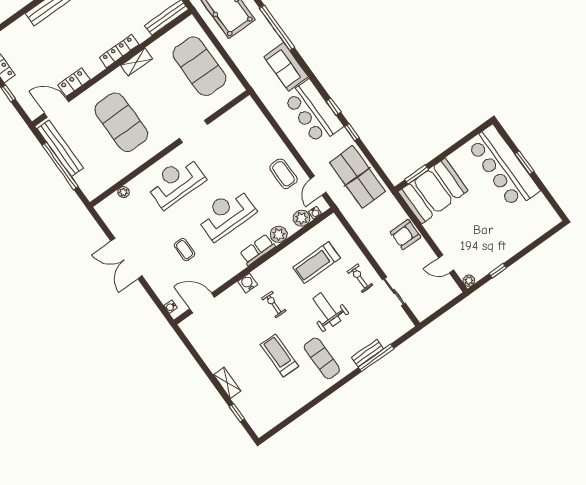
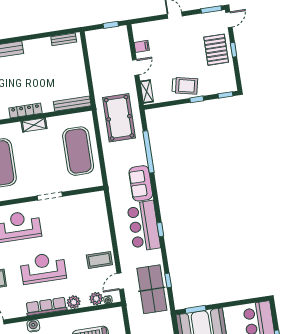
window: (352, 132) -> (168, 280), moved
coffee table: (283, 174) -> (99, 260), turned 90
row of seats: (258, 250) -> (46, 306), width x1.48

